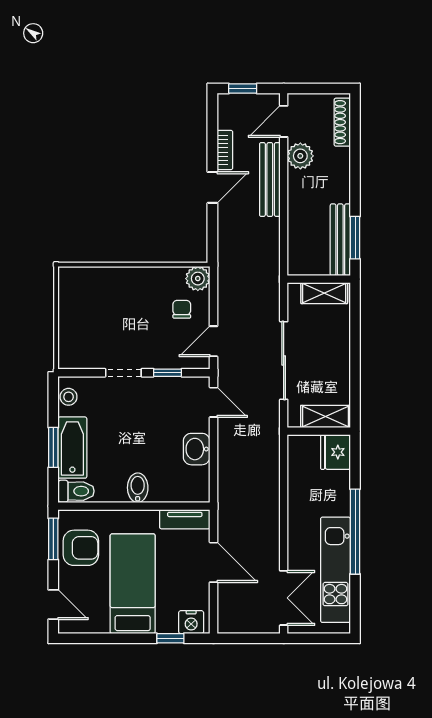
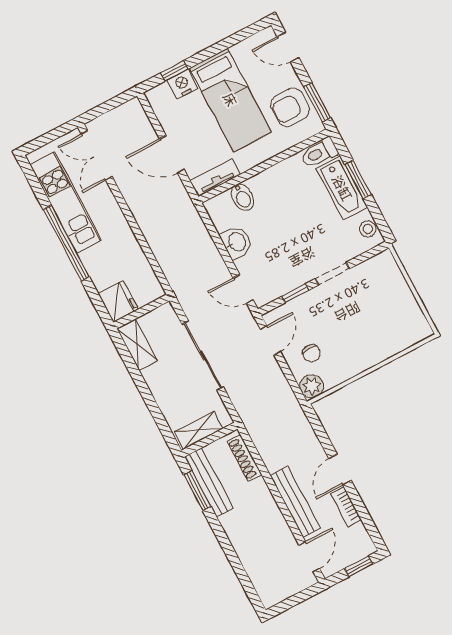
shoe rack: (342, 122) -> (244, 458), moved, turned 180
plant: (300, 156) -> (280, 535), removed
shelving: (325, 417) -> (137, 345), moved, turned 90
bidet: (138, 488) -> (242, 197), moved
nightstand: (191, 622) -> (182, 84), moved

